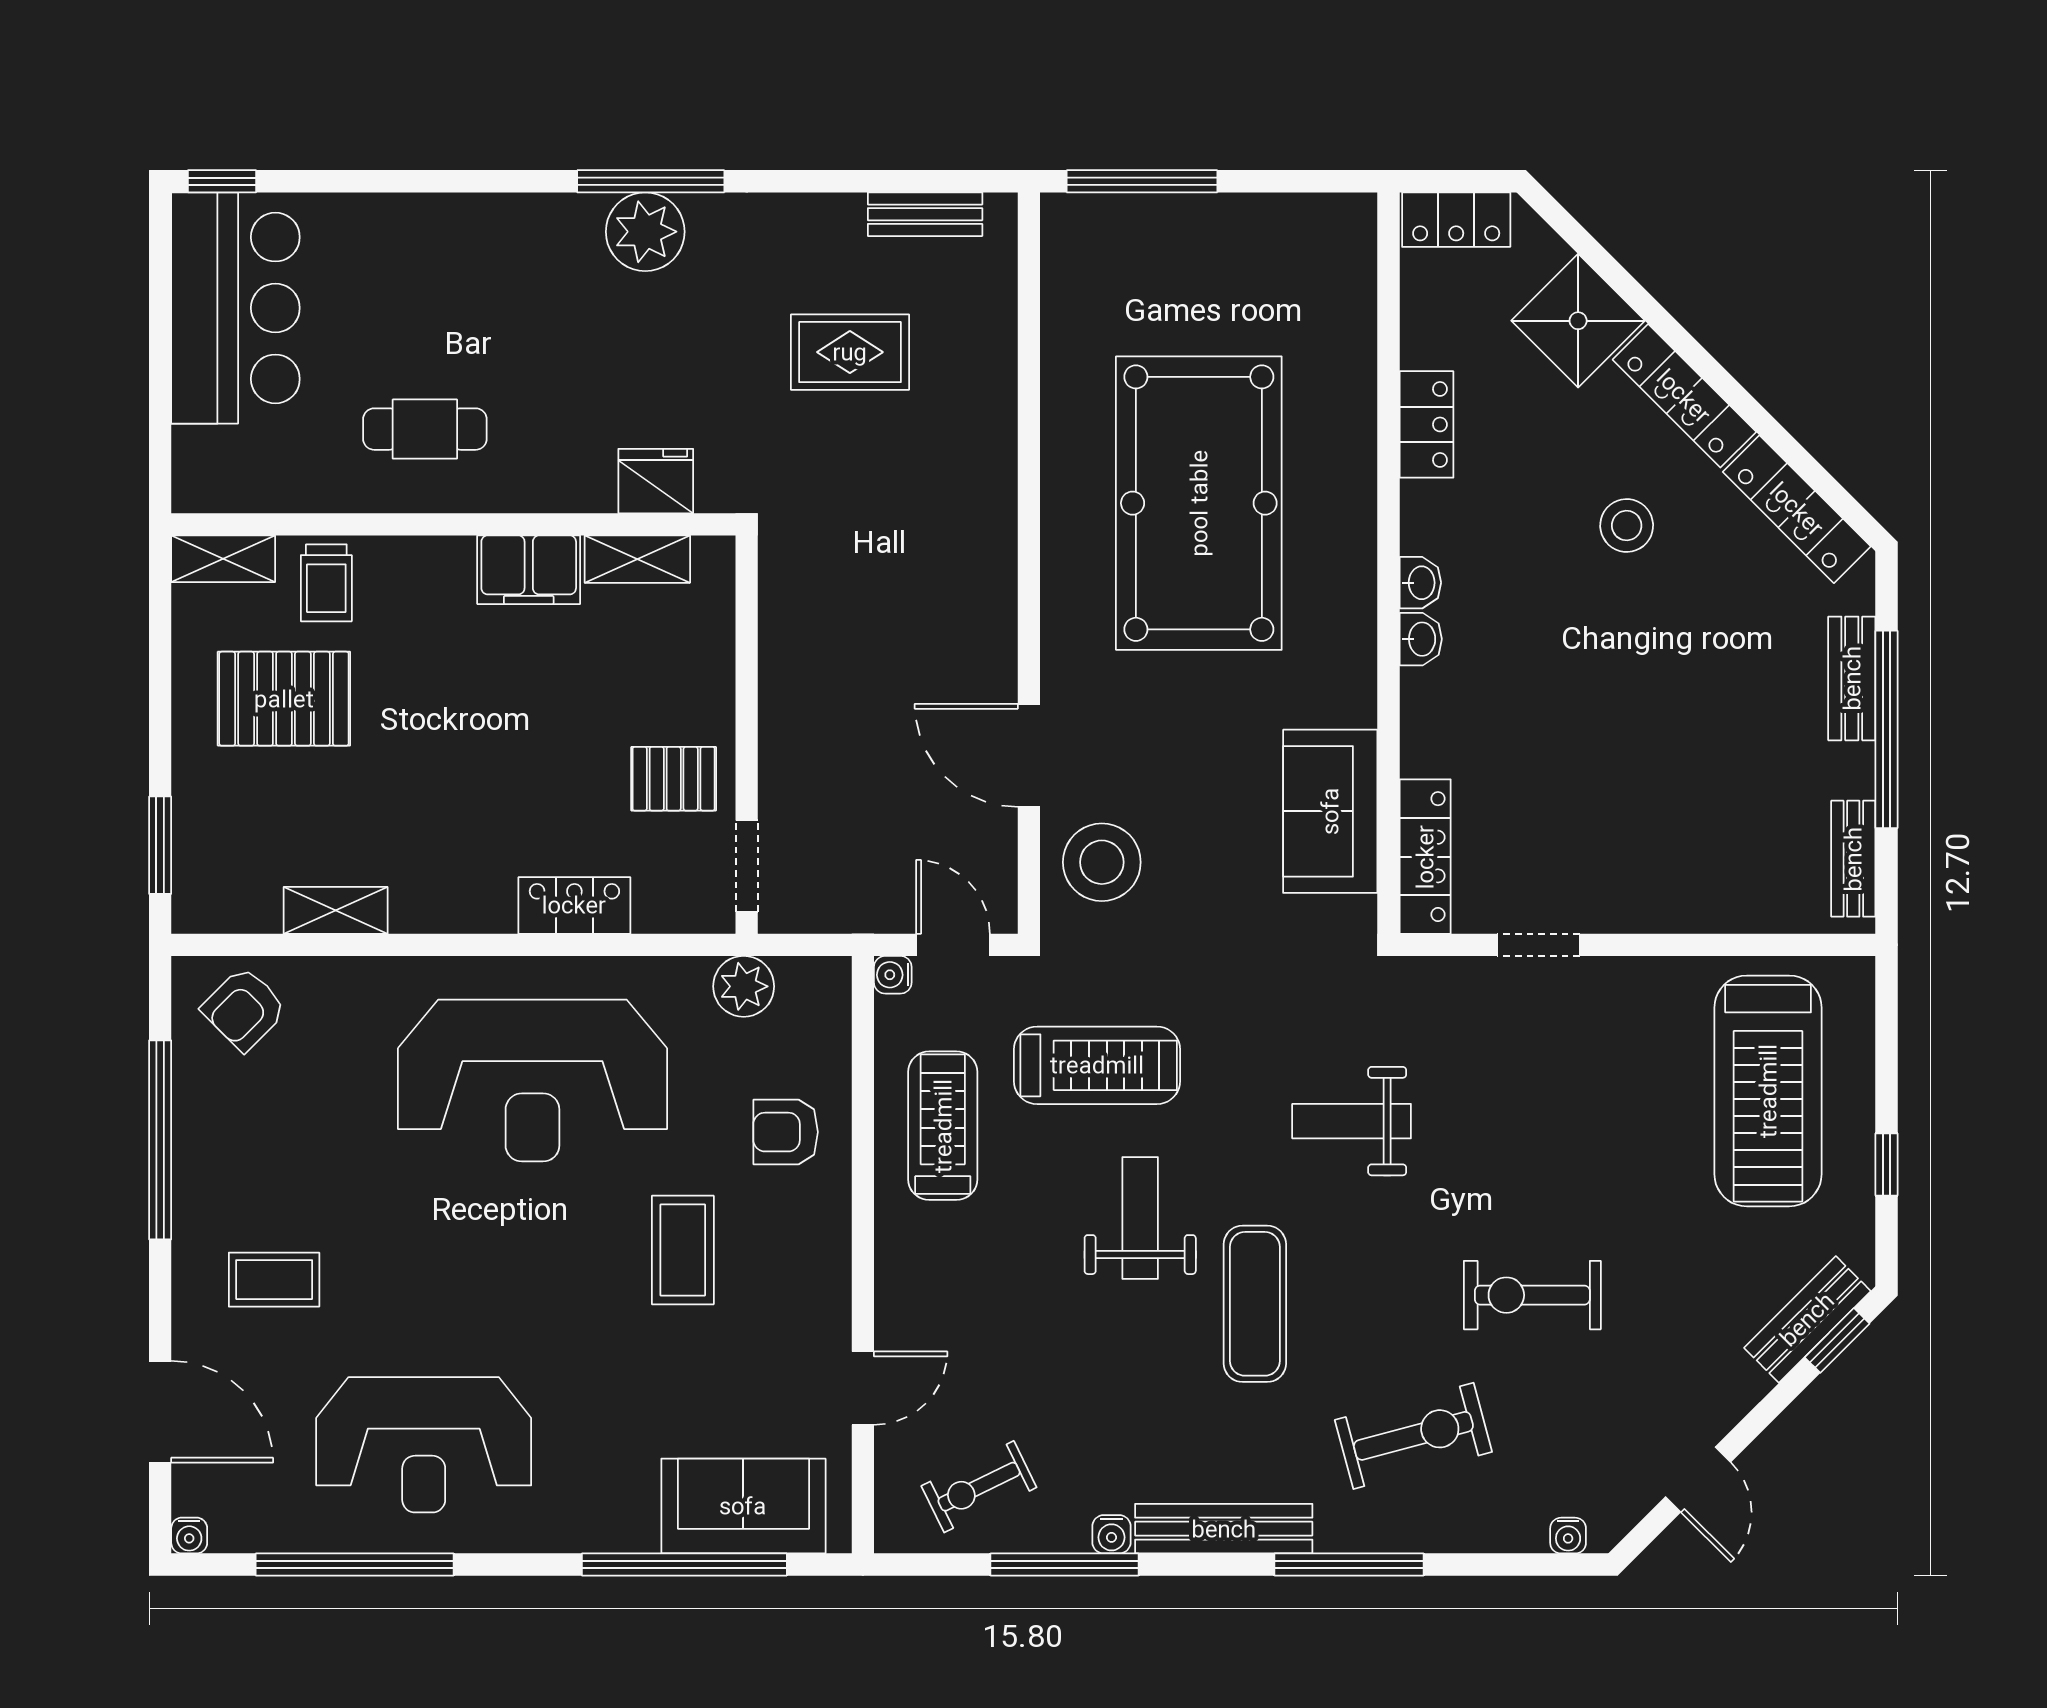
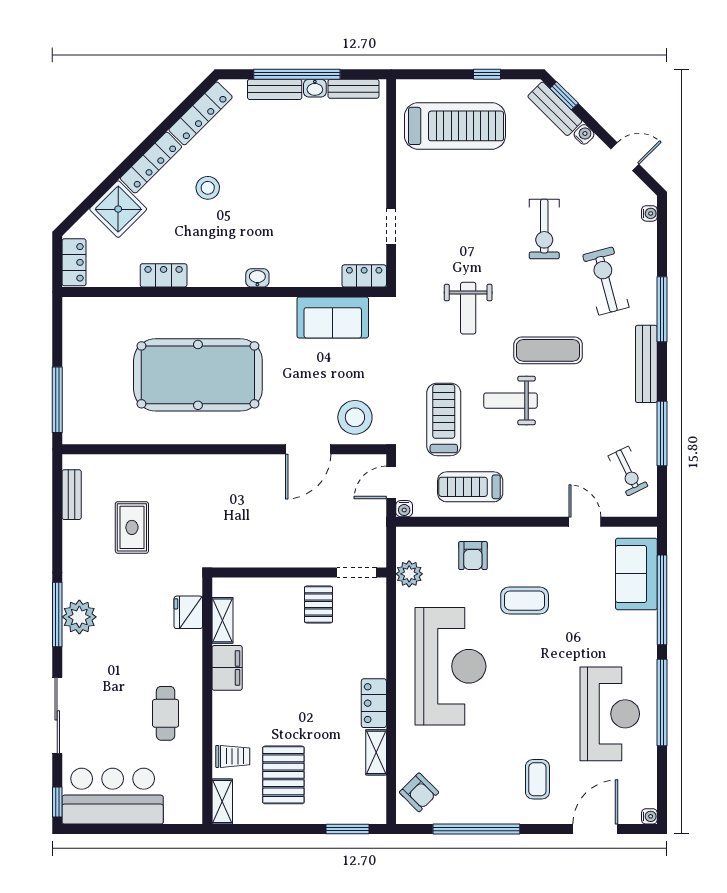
sliding door: (420, 181) -> (57, 715), added
washbasin: (1420, 583) -> (315, 88), moved, turned 180
locker: (1425, 857) -> (364, 276), width x0.66
locker: (574, 905) -> (374, 703), moved
water cooler: (1111, 1534) -> (584, 134), moved, turned -45
window: (355, 1565) -> (662, 703), moved

